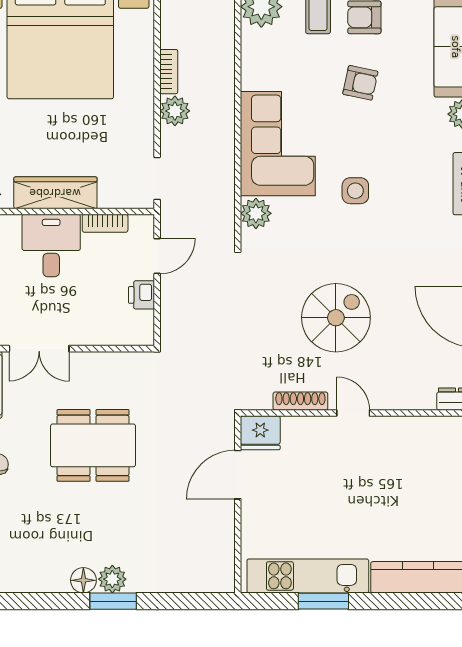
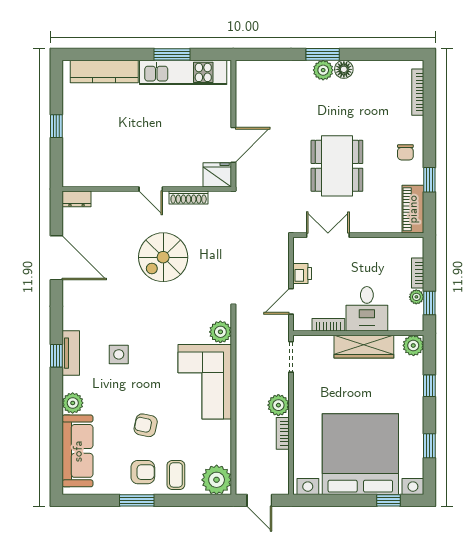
side table: (355, 191) -> (119, 354), moved
double door: (39, 349) -> (328, 235), moved
dining table: (93, 445) -> (337, 166), turned 90

